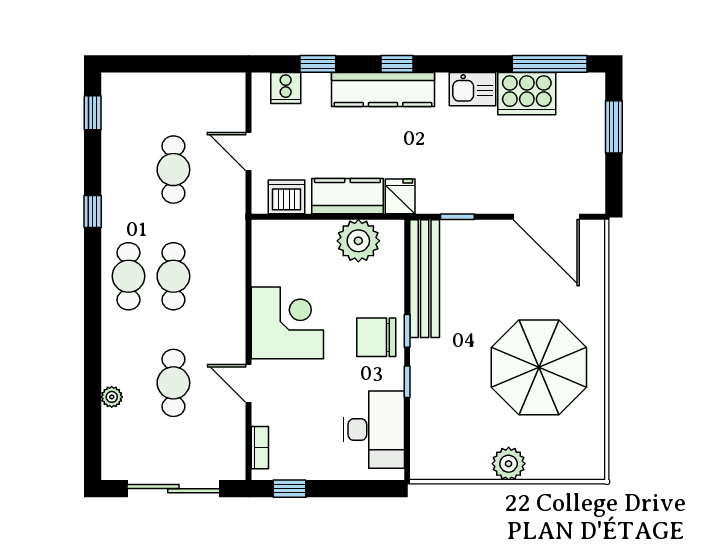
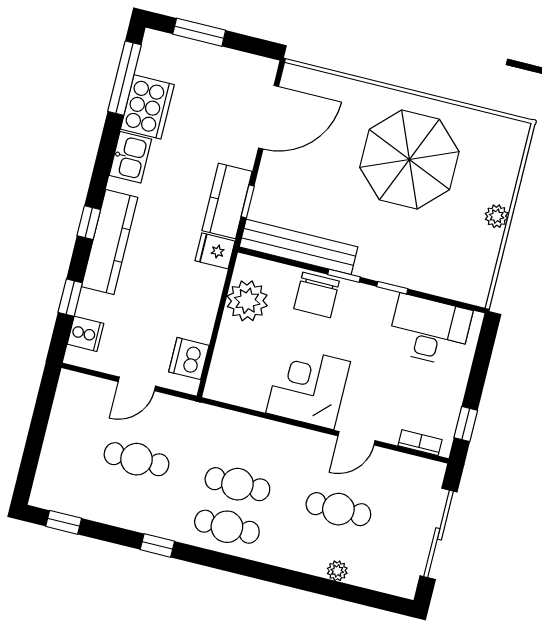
kitchen counter: (347, 196) -> (227, 201), moved
chair: (376, 337) -> (317, 295), moved
plant: (509, 464) -> (497, 216), width x0.73, depth x0.73

